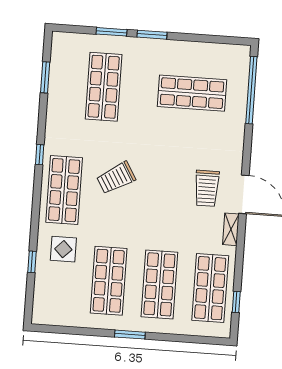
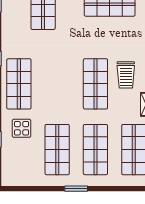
trolley: (116, 178) -> (57, 72), removed
shop shelf: (166, 197) -> (95, 84), added

